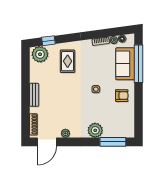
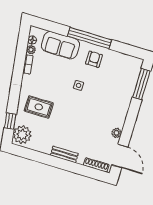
window: (138, 64) -> (89, 38), moved
plant: (95, 130) -> (123, 100), removed

